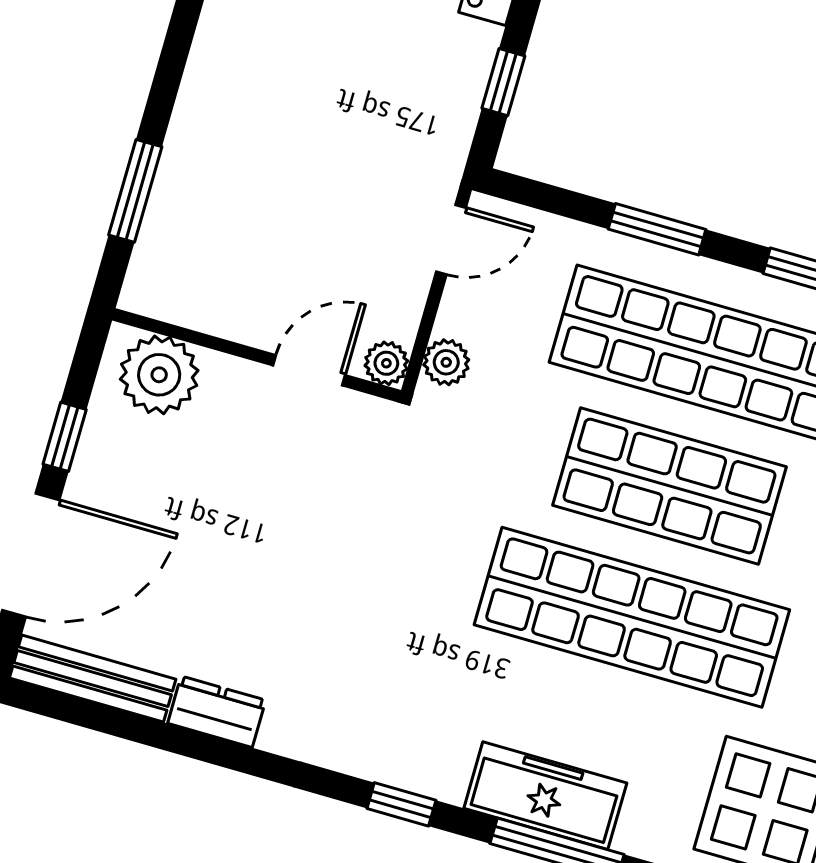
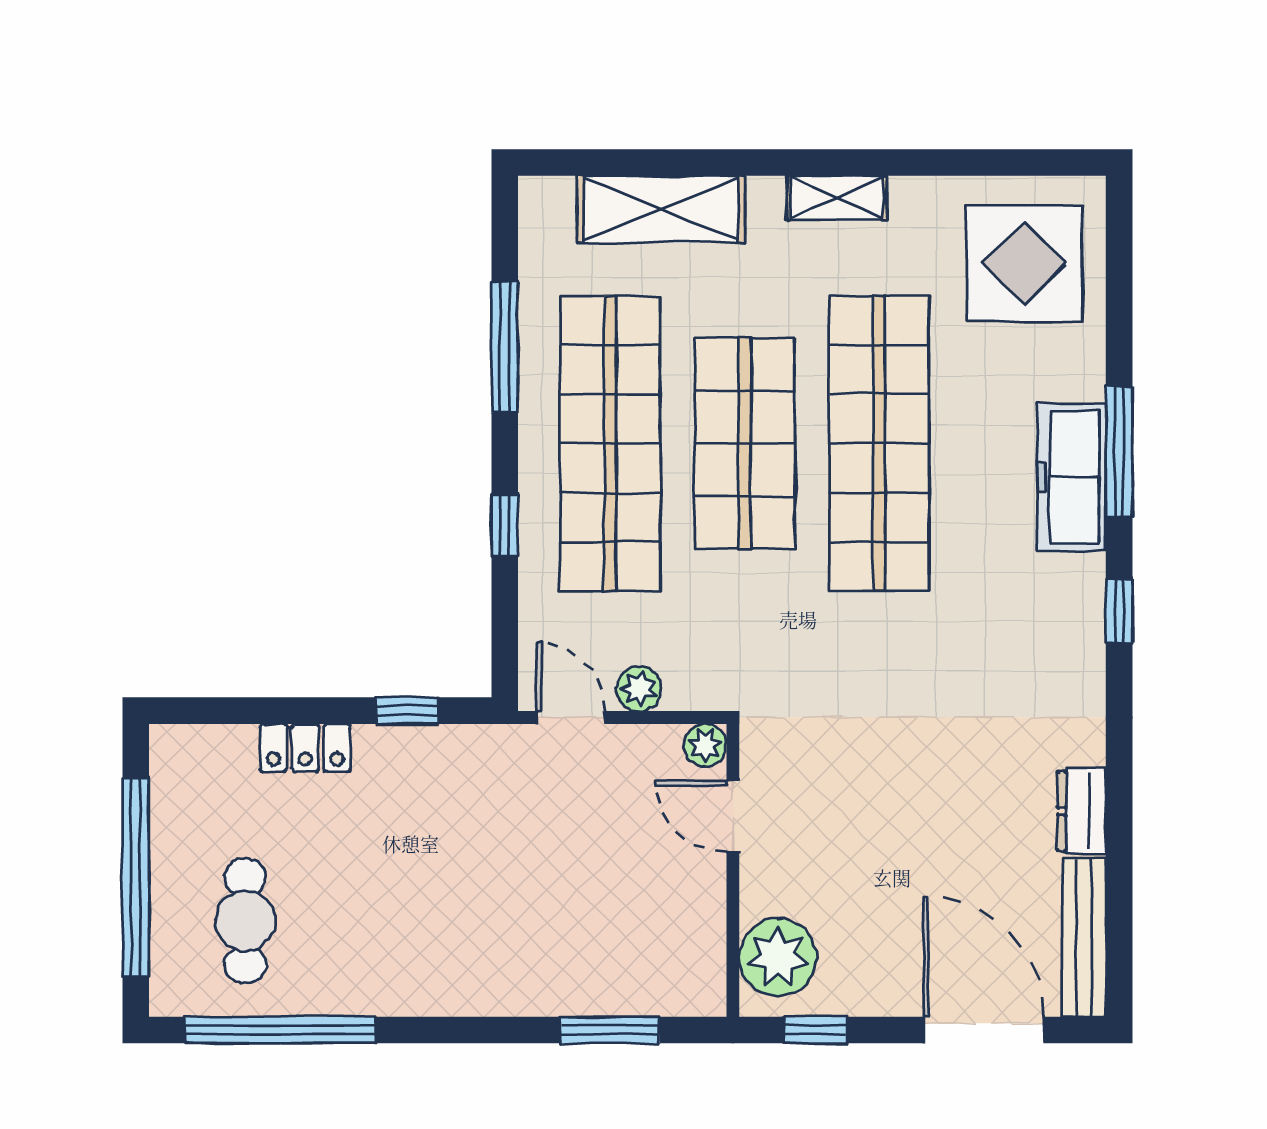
window: (657, 229) -> (505, 525), width x0.67
plant: (446, 362) -> (639, 689), moved
window: (65, 437) -> (815, 1030), moved

